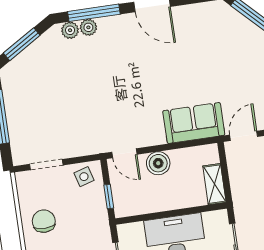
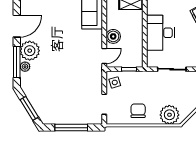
plant: (70, 30) -> (30, 51), moved, width x1.87, depth x1.87
chair: (44, 221) -> (138, 111), turned 90

